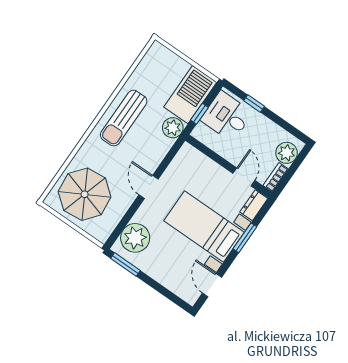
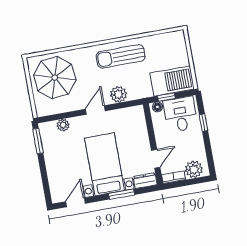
plant: (173, 128) -> (118, 94), moved
floor lamp: (200, 130) -> (157, 107), added
plant: (135, 238) -> (63, 125), width x0.53, depth x0.53

